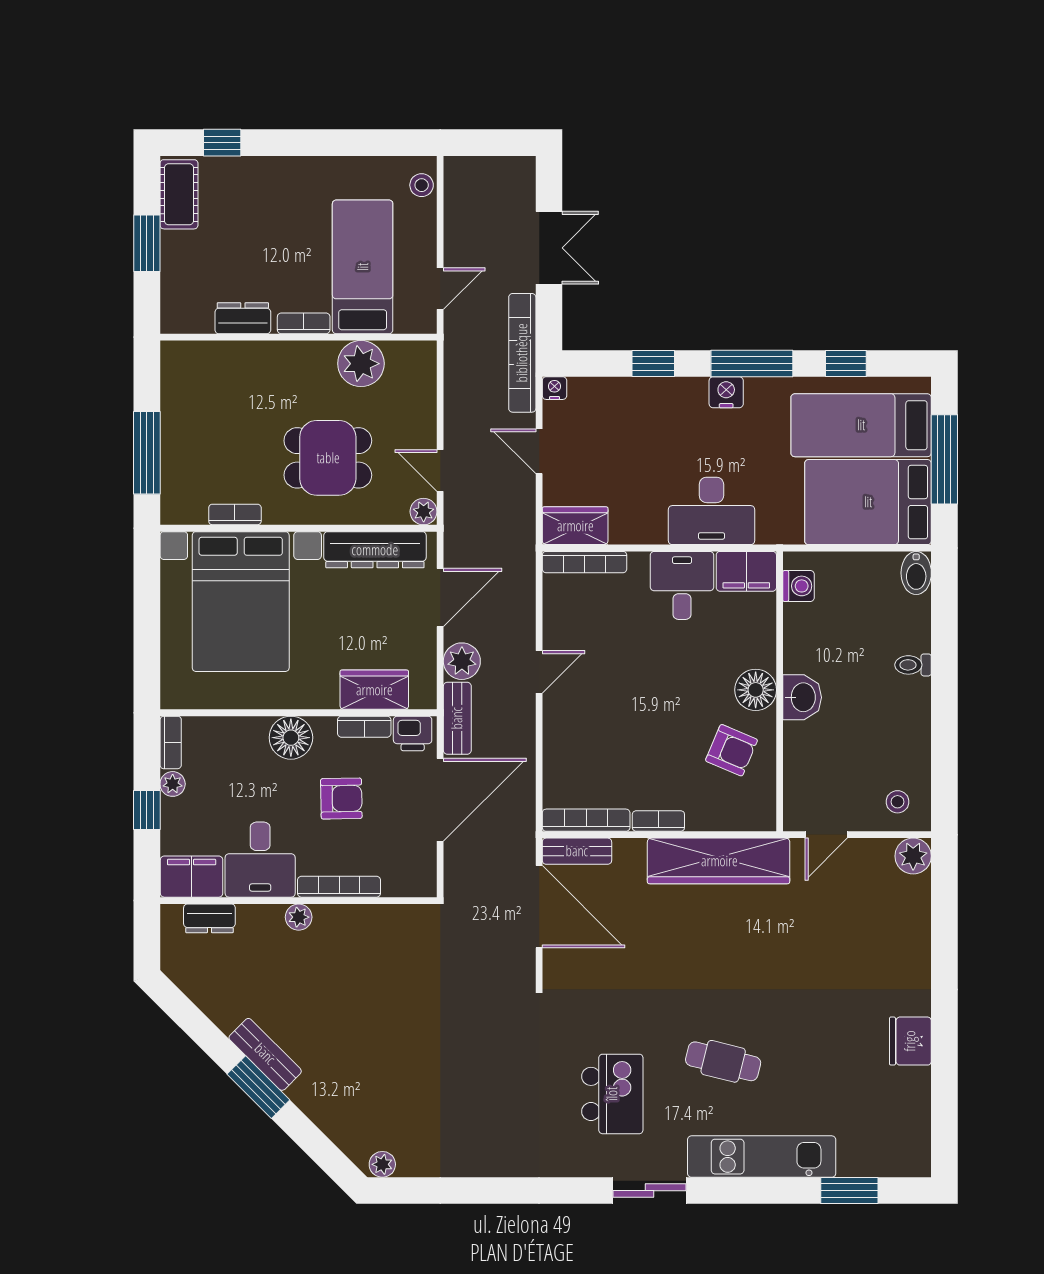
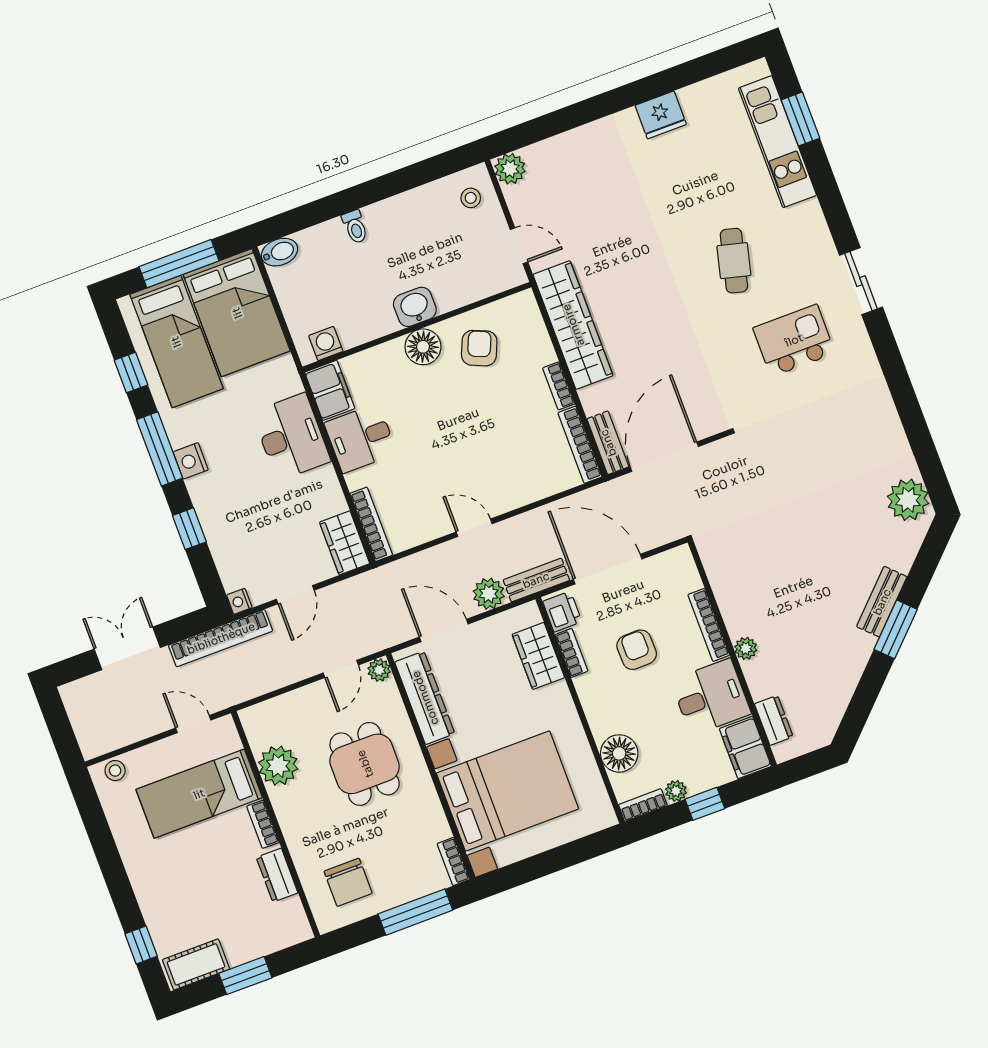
chair: (206, 392) -> (348, 882), added
bookcase: (235, 514) -> (453, 862), moved
floor lamp: (291, 738) -> (619, 753), moved
bench: (265, 1054) -> (882, 602), moved
kitchen unit: (762, 1157) -> (777, 142), moved
plant: (382, 1164) -> (908, 500), width x1.88, depth x1.88

